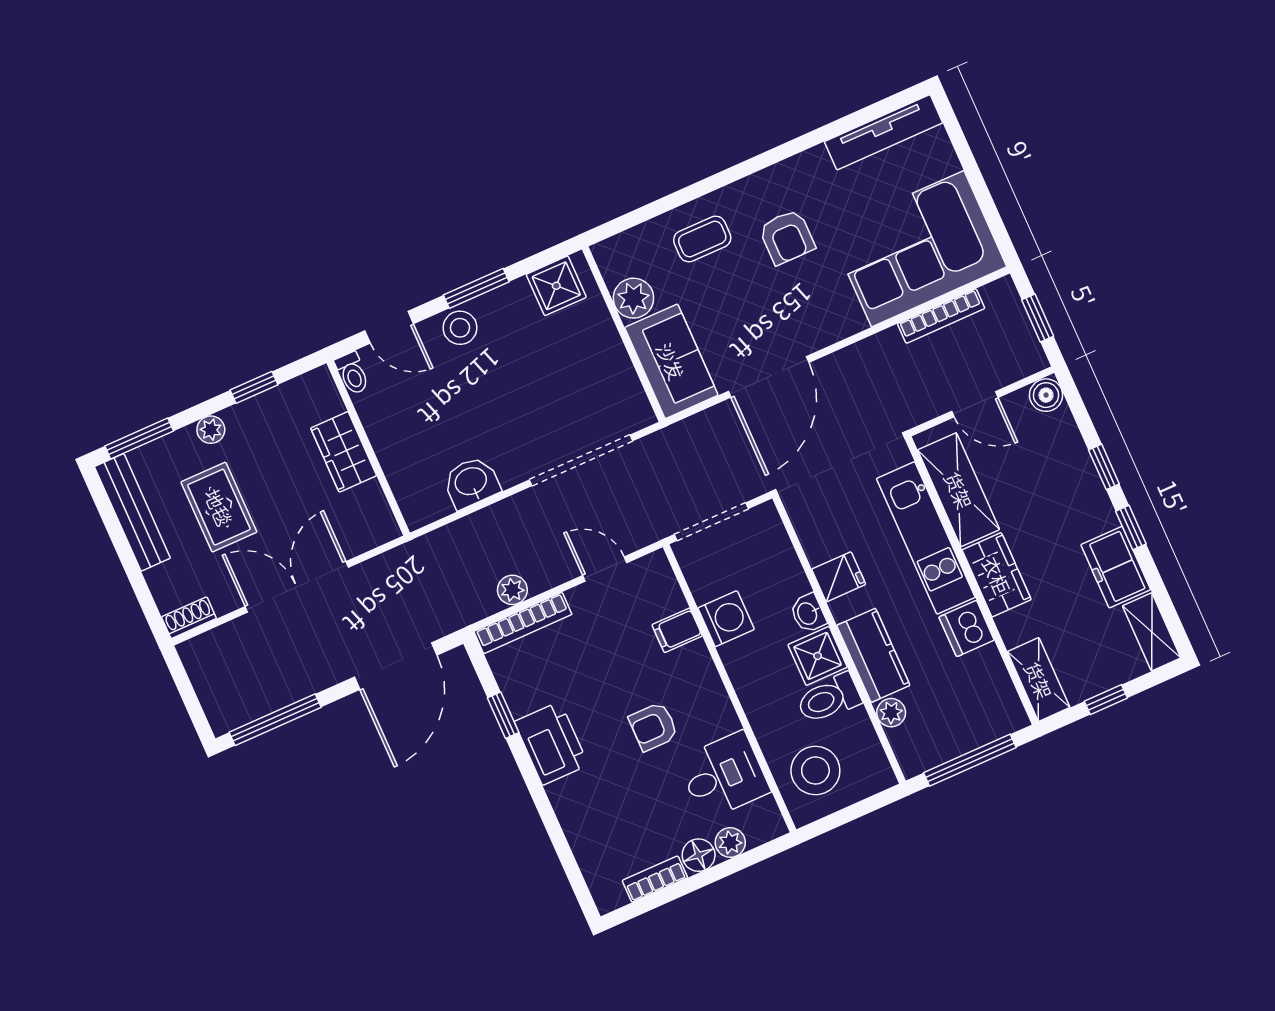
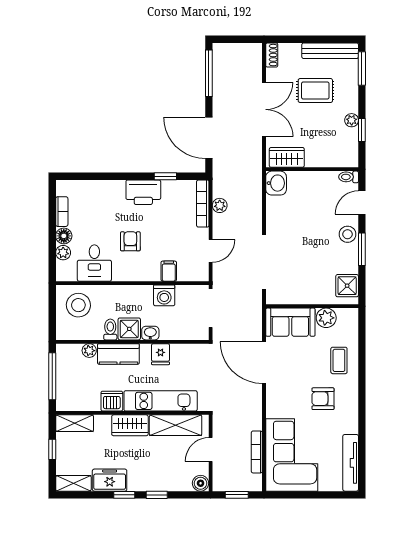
plant: (211, 430) -> (352, 120), moved
wardrobe: (344, 452) -> (287, 157), moved
washbasin: (471, 482) -> (276, 183), moved
toilet: (829, 699) -> (110, 329), width x0.73, depth x0.72

